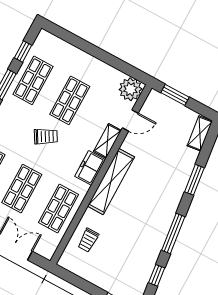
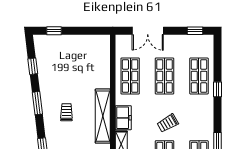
window: (173, 233) -> (37, 103), width x0.69
trolley: (88, 240) -> (66, 112), moved

